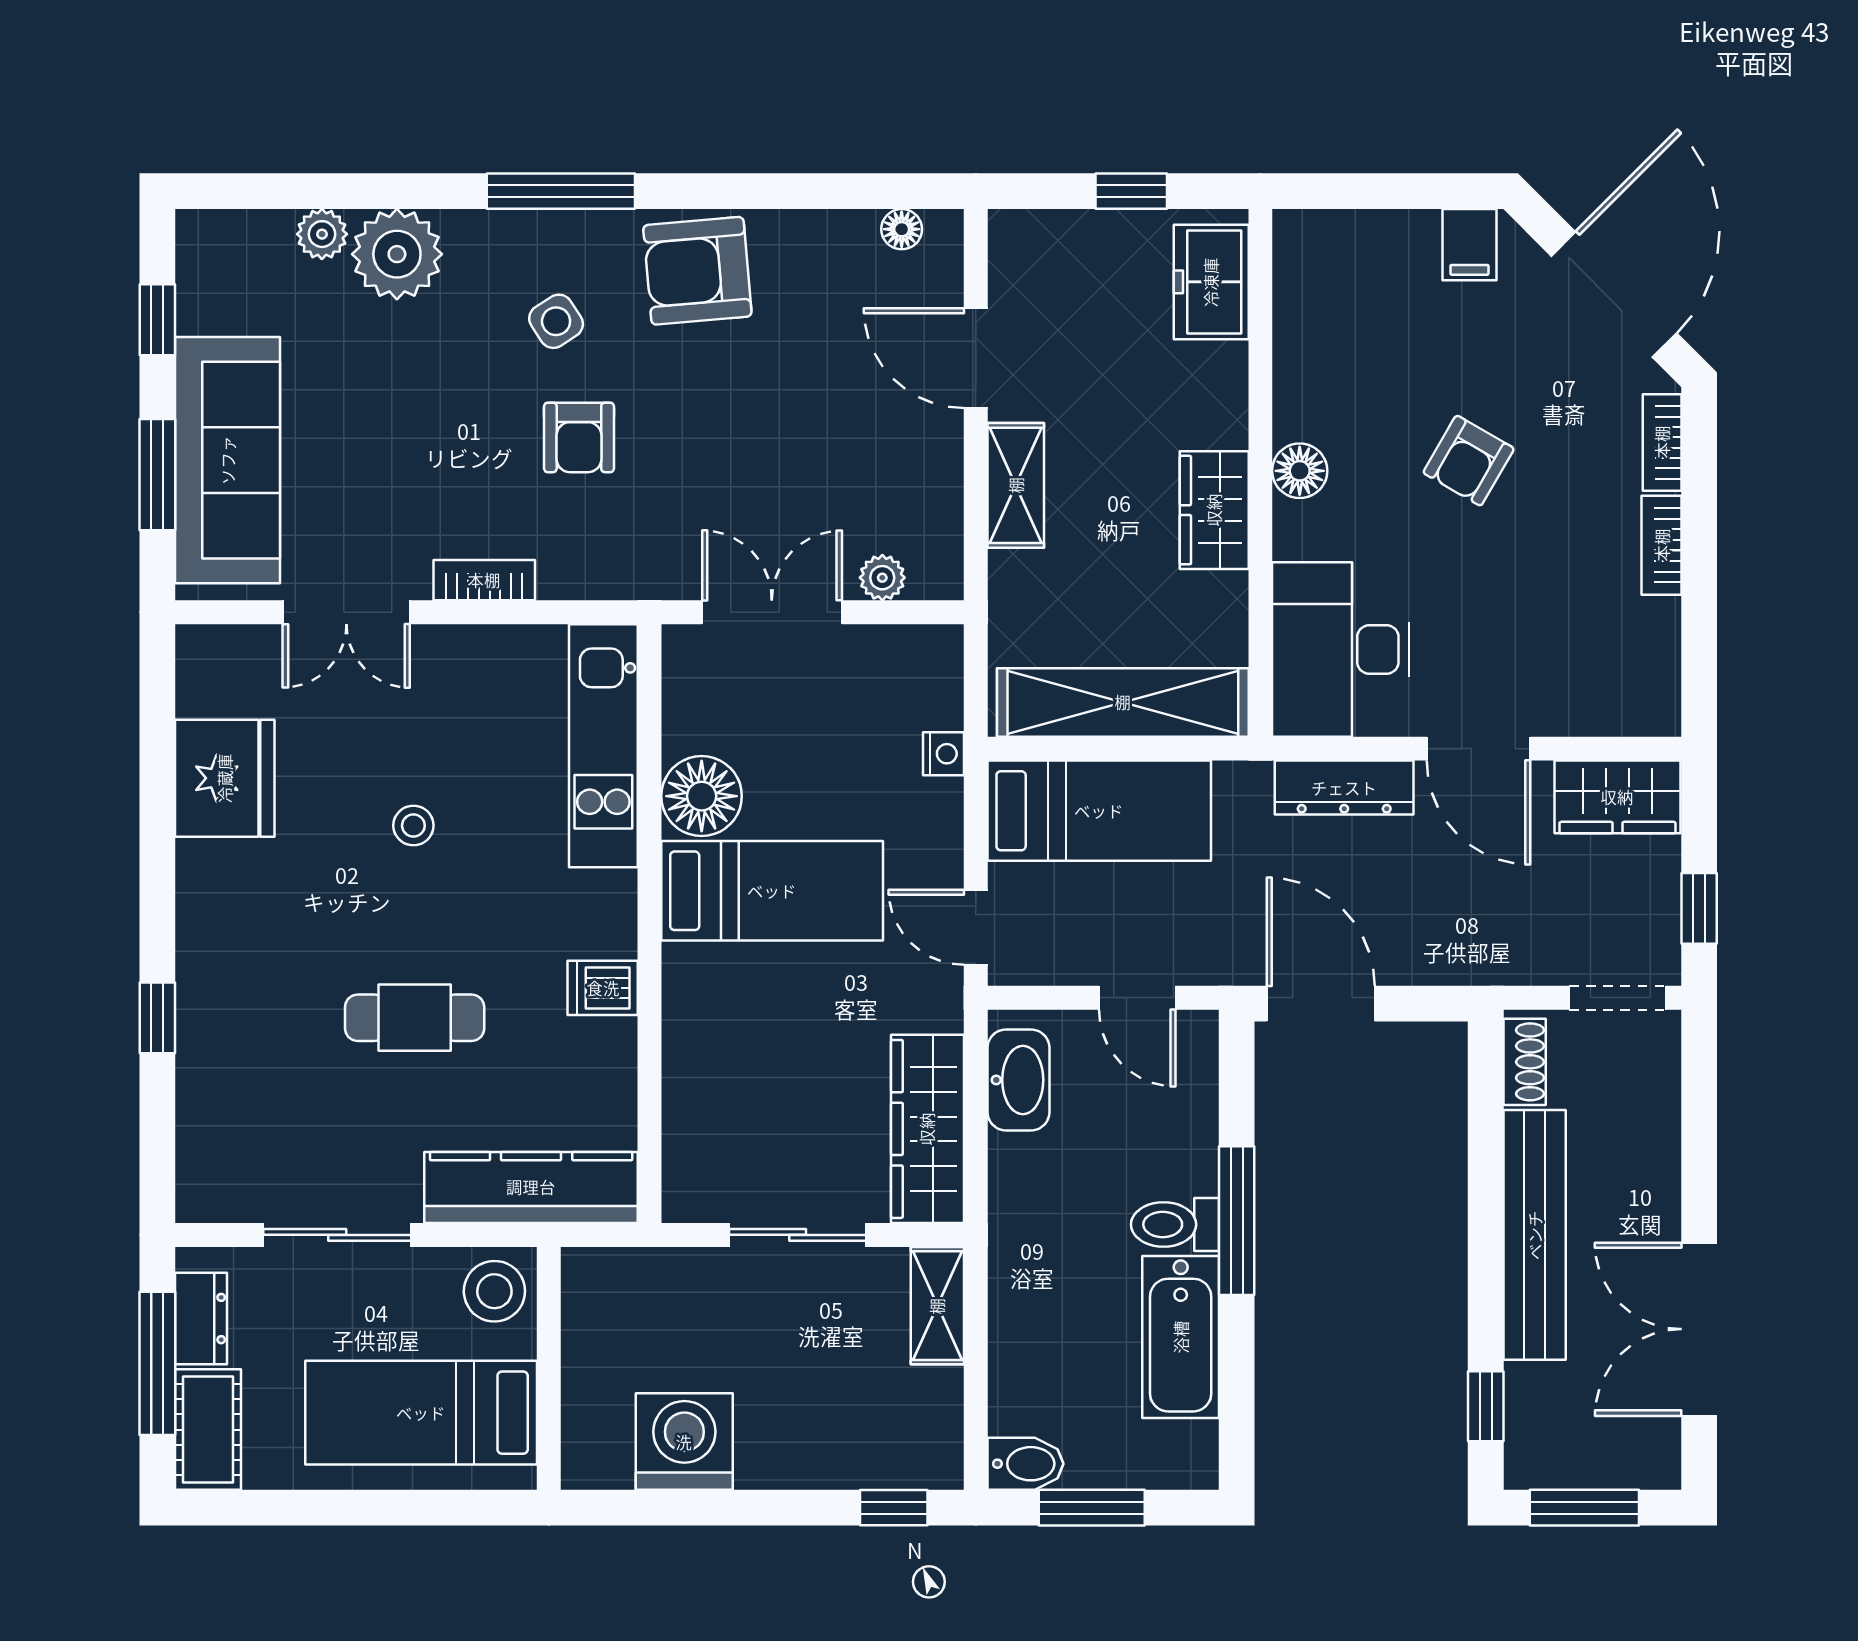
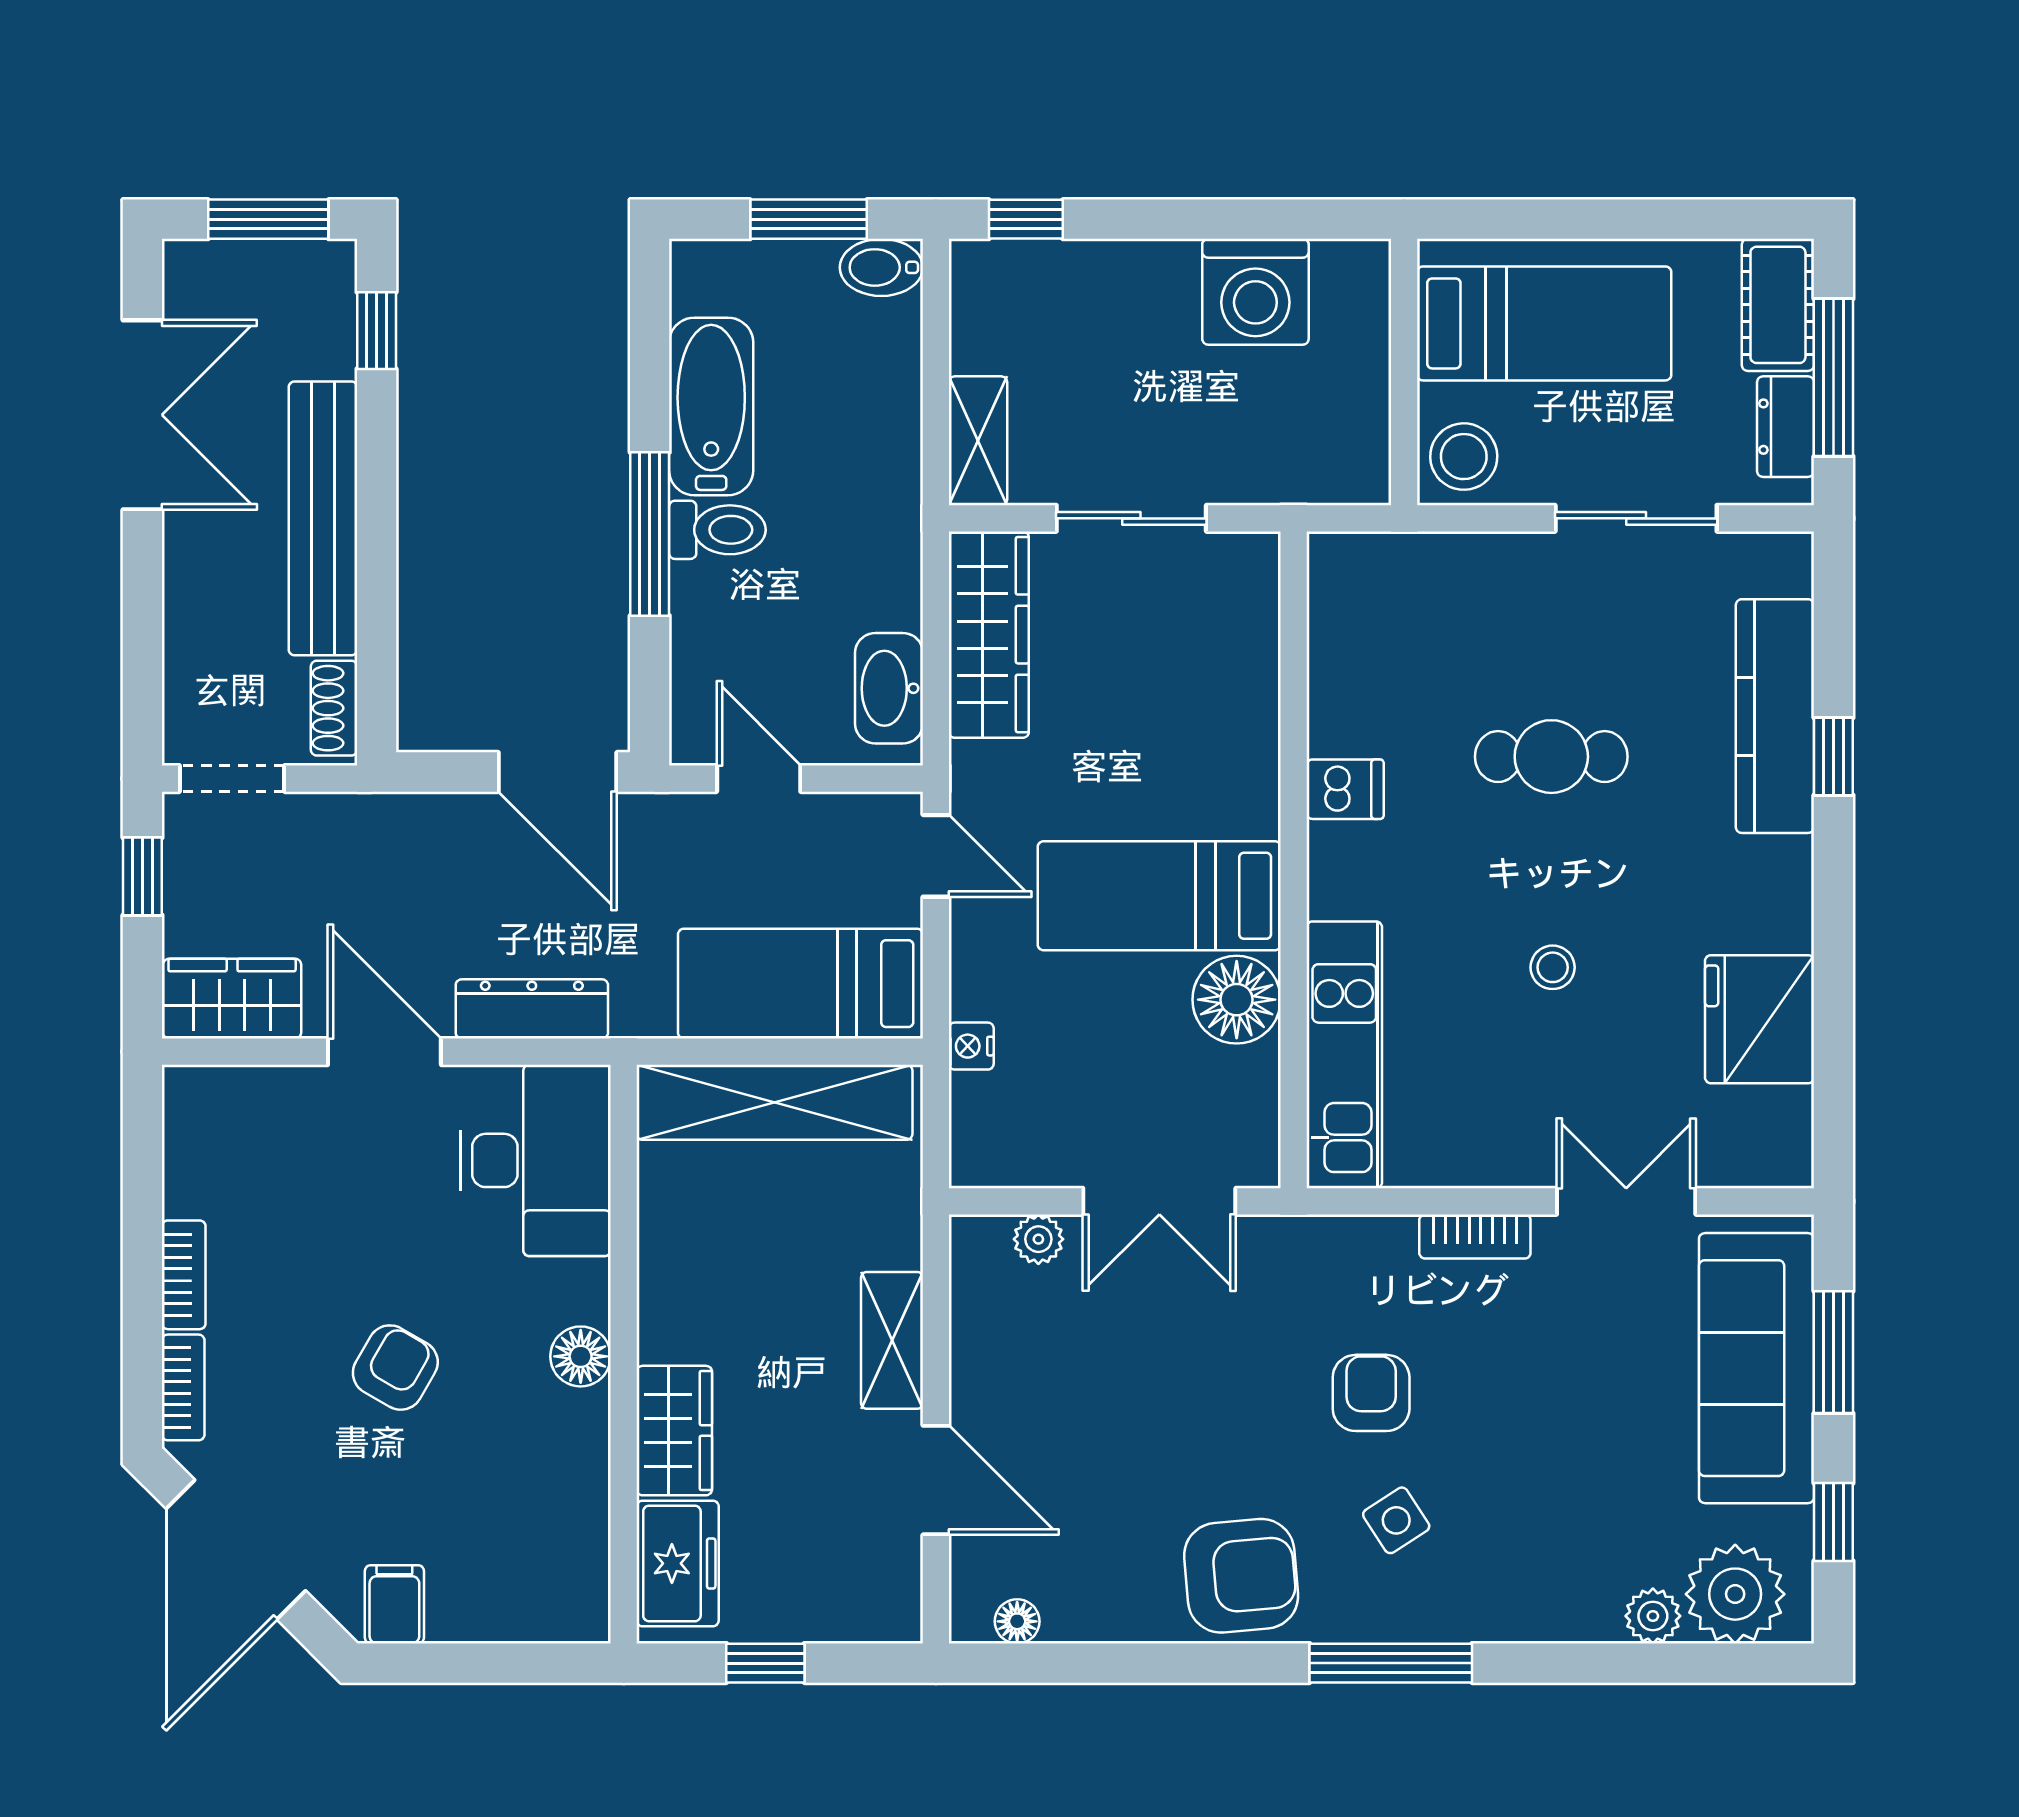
plant: (397, 254) -> (1735, 1594), moved
wardrobe: (1214, 510) -> (674, 1431), moved
kitchen counter: (531, 1187) -> (1775, 716), moved, turned 90

